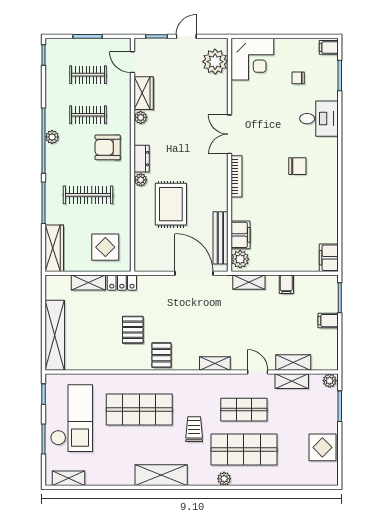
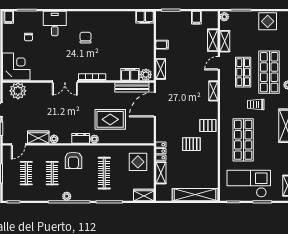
wardrobe: (54, 248) -> (144, 195), width x0.67
filing cabinet: (328, 321) -> (196, 18), moved

